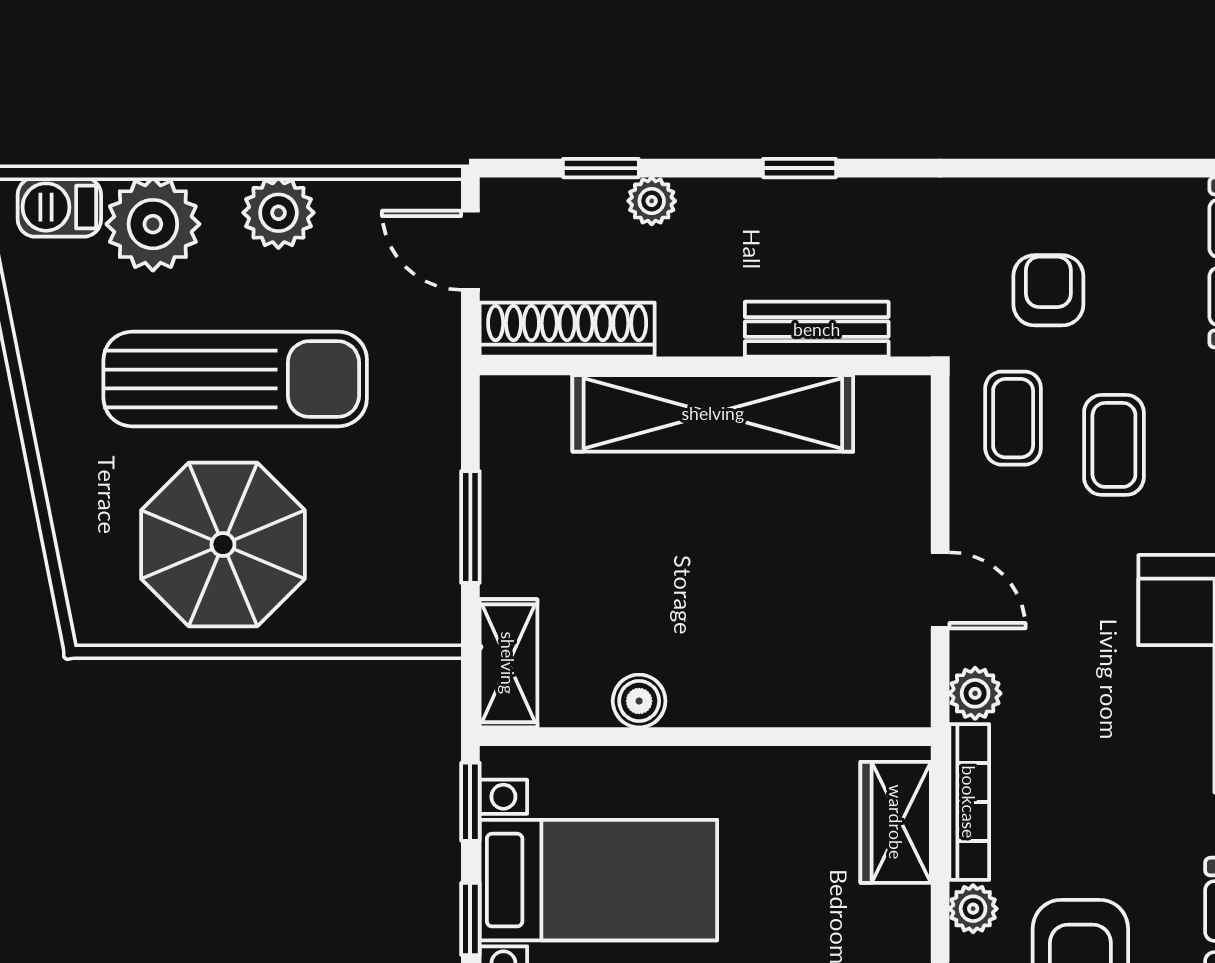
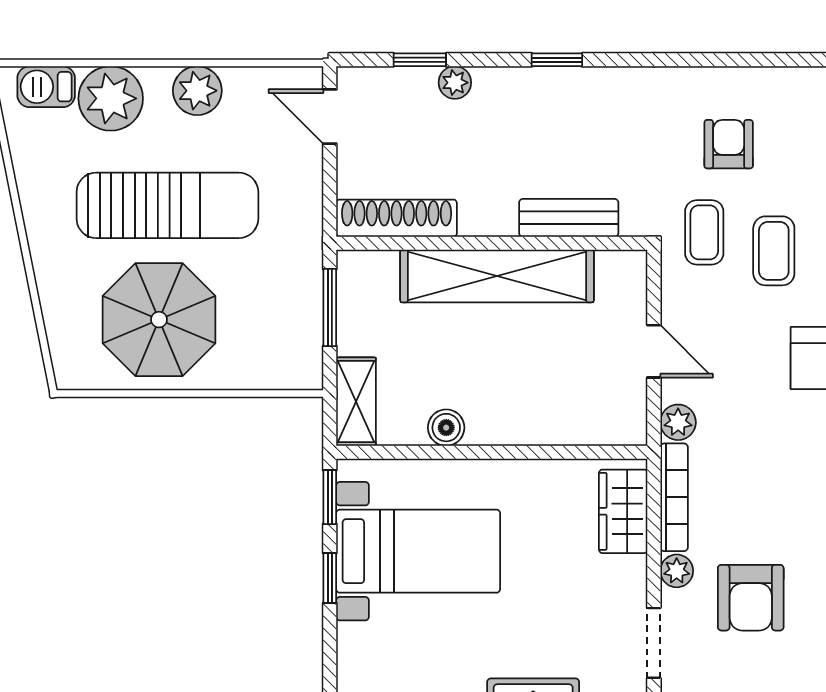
bench: (817, 329) -> (569, 218), moved
shoe rack: (567, 330) -> (397, 218), moved
wall: (705, 366) -> (492, 243), moved
shelving: (713, 413) -> (497, 276), moved

